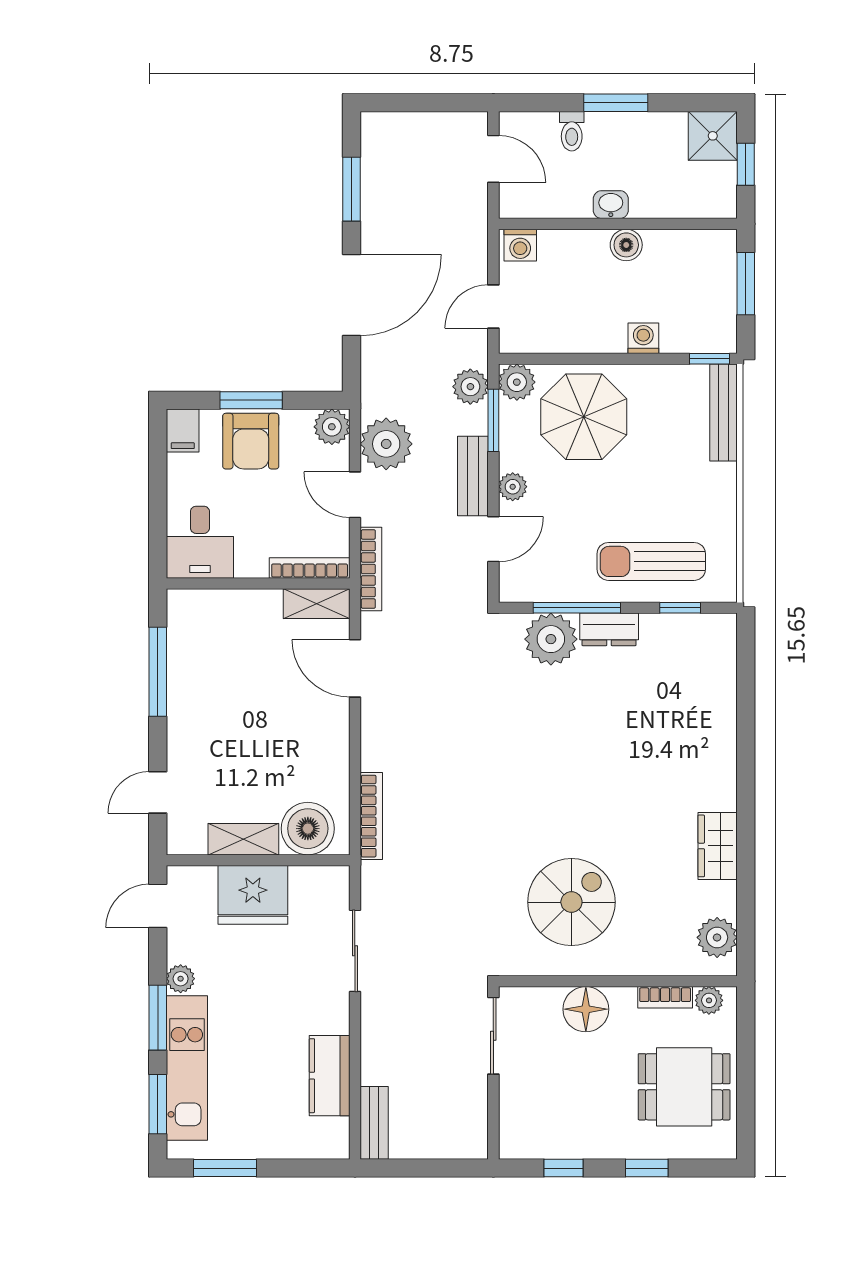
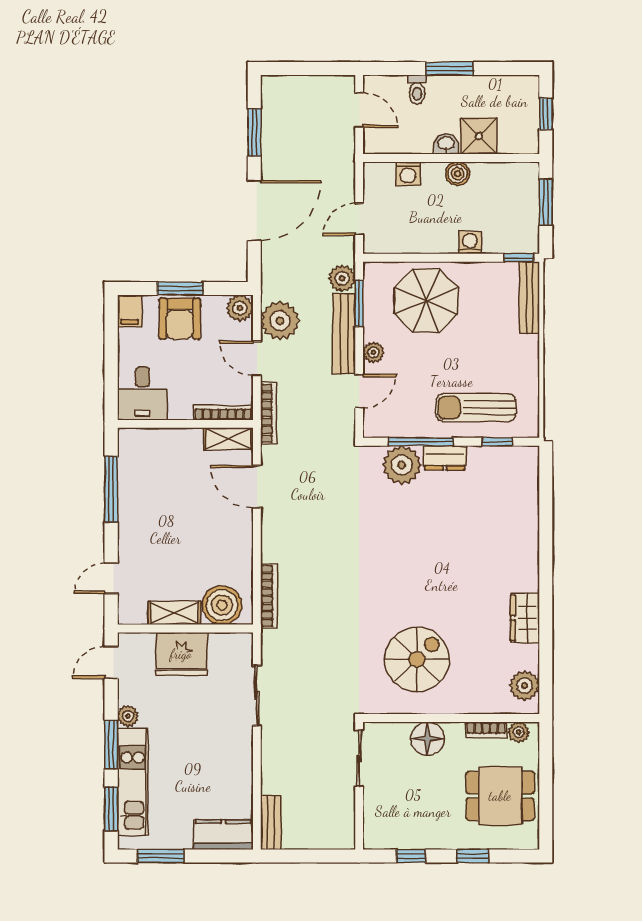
shower: (713, 136) -> (479, 136), moved
washing machine: (520, 245) -> (408, 174), moved
plant: (517, 382) -> (376, 275), removed
bench: (473, 476) -> (344, 334), width x1.36
kitchen counter: (330, 1076) -> (223, 835), moved, turned 90

